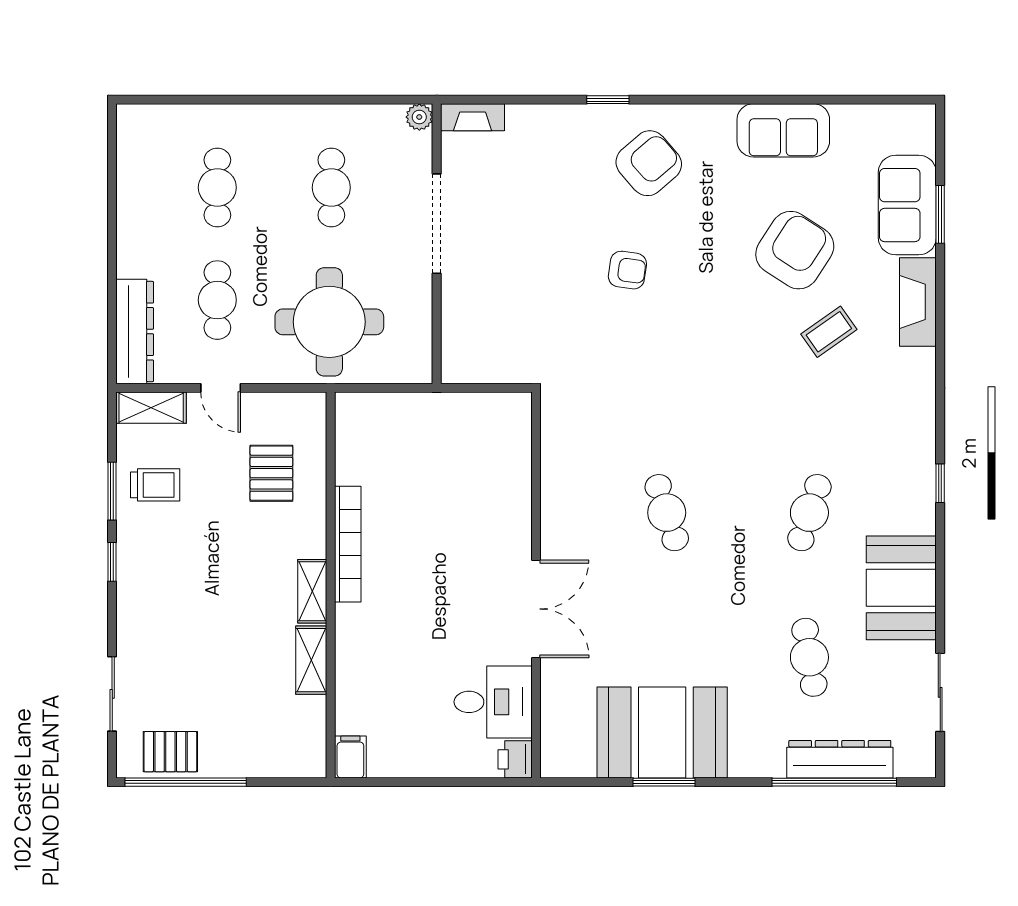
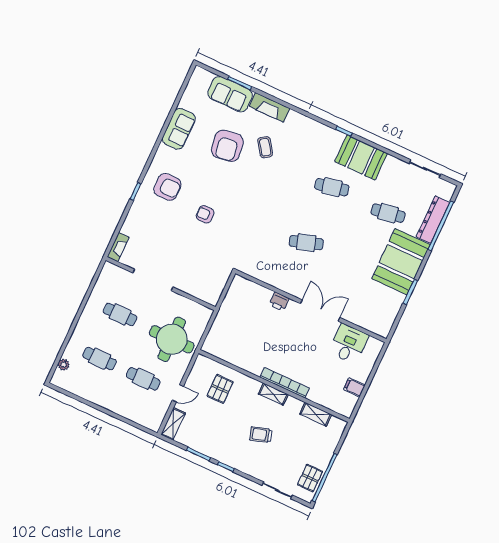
plant: (419, 117) -> (64, 365), moved
armchair: (649, 163) -> (167, 187), turned 131
armchair: (795, 250) -> (227, 146), turned -131
armchair: (627, 270) -> (205, 214), turned -98
dresser: (135, 332) -> (141, 417), removed
pallet: (271, 473) -> (220, 389), turned 90
trolley: (155, 485) -> (261, 435), moved, turned -107
cafe table: (809, 513) -> (332, 187), turned -30
bookcase: (348, 544) -> (285, 383), moved
booth: (901, 588) -> (361, 157), moved
shelving: (311, 660) -> (316, 414), moved
booth: (662, 732) -> (401, 262), moved
filing cabinet: (350, 757) -> (354, 387), moved
printer: (515, 759) -> (279, 301), moved

